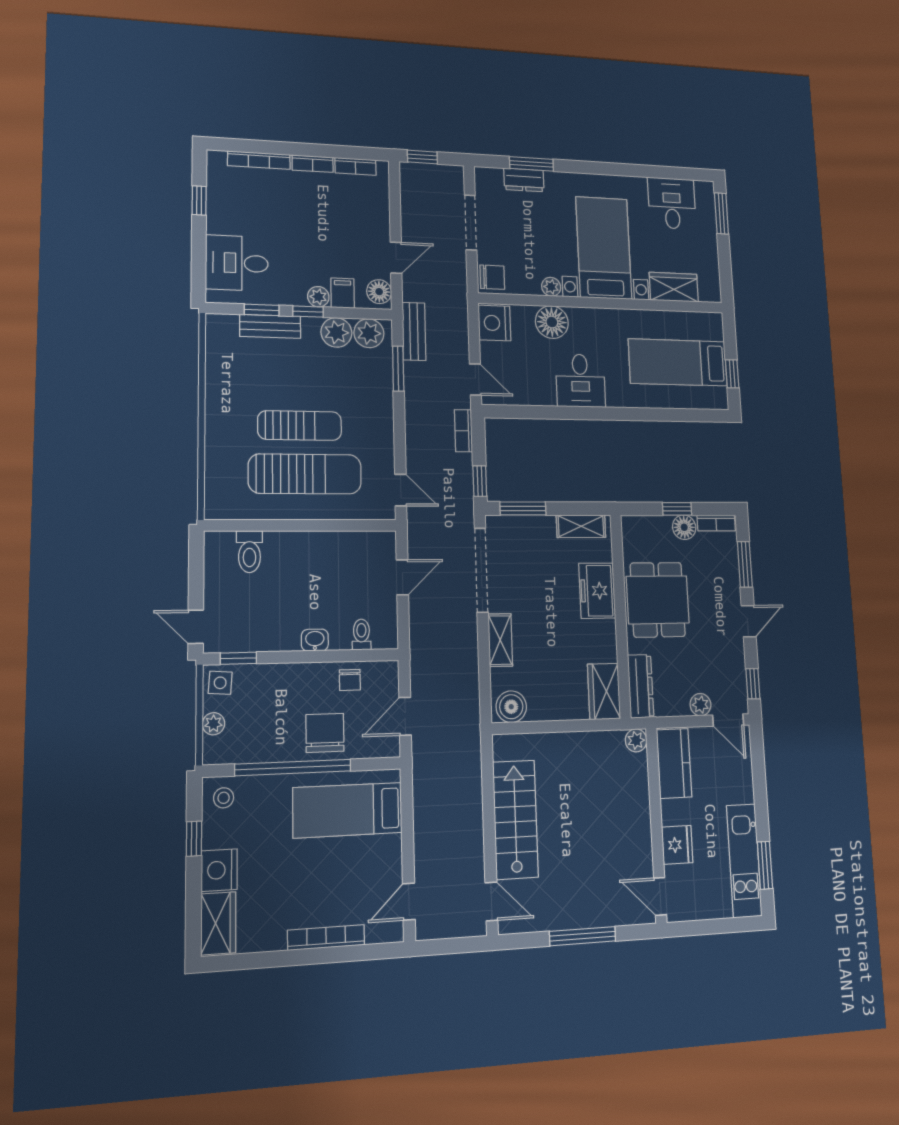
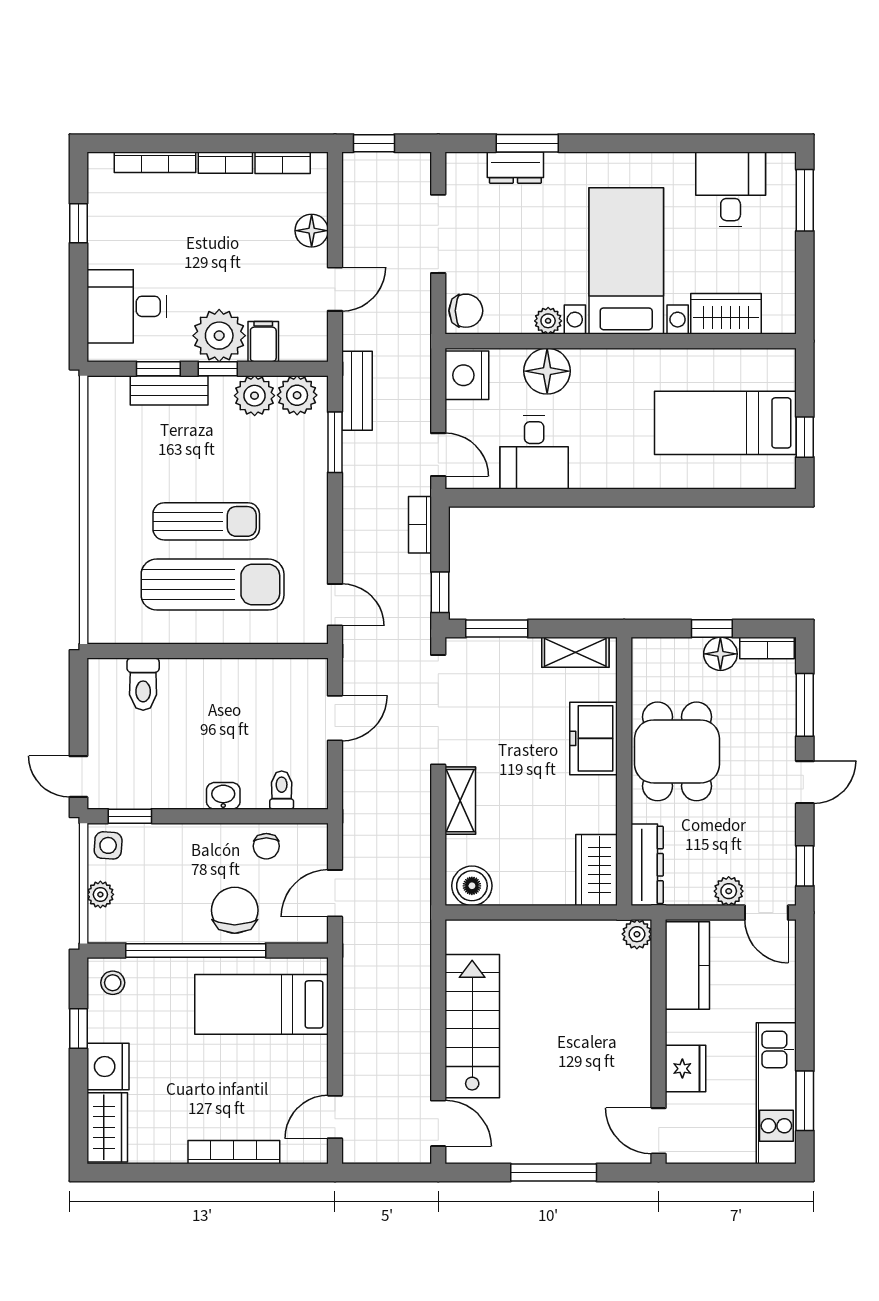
floor lamp: (379, 292) -> (312, 231), moved
plant: (318, 297) -> (219, 336), width x1.88, depth x1.88
desk: (580, 381) -> (534, 452), moved

